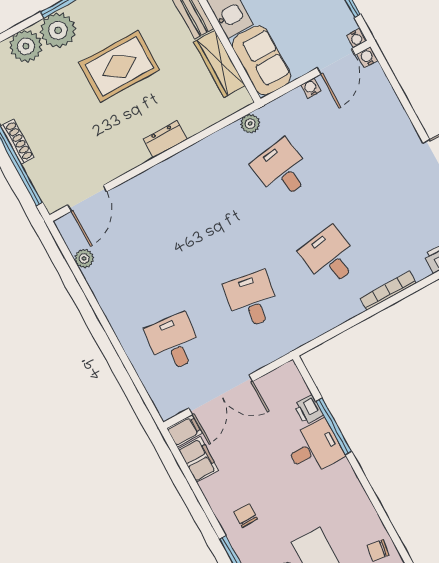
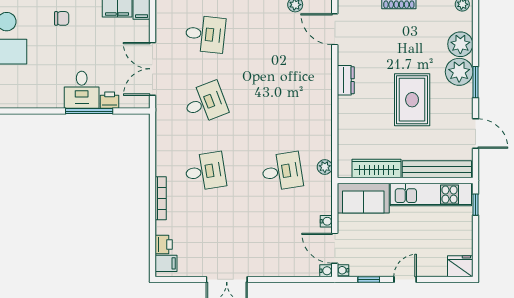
dresser: (165, 139) -> (346, 80), moved
desk: (252, 299) -> (205, 103), turned -30
double door: (221, 395) -> (152, 69), moved

